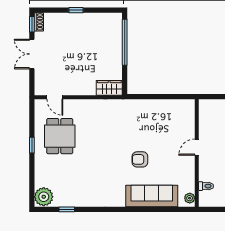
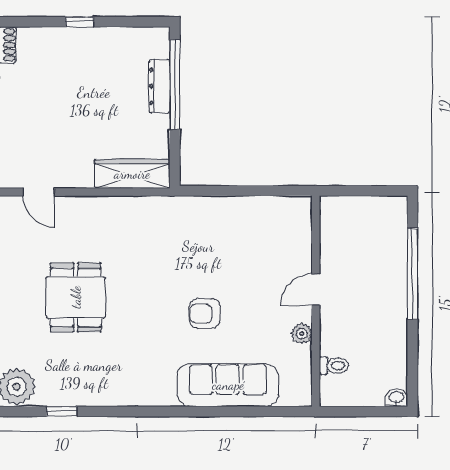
dresser: (117, 43) -> (159, 86), added
wardrobe: (109, 88) -> (132, 174), width x1.50
dining table: (60, 136) -> (76, 297), moved
plant: (190, 198) -> (302, 334), moved

